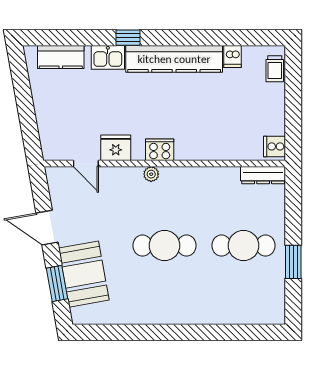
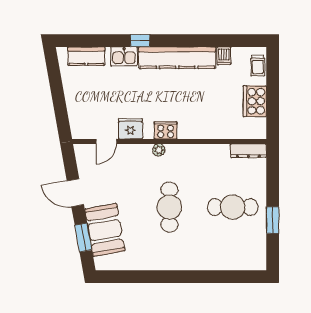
cooker: (275, 146) -> (255, 101), moved, width x1.87, depth x1.31
door: (86, 164) -> (106, 141), hinge flipped
cafe table: (164, 246) -> (169, 207), turned 90

